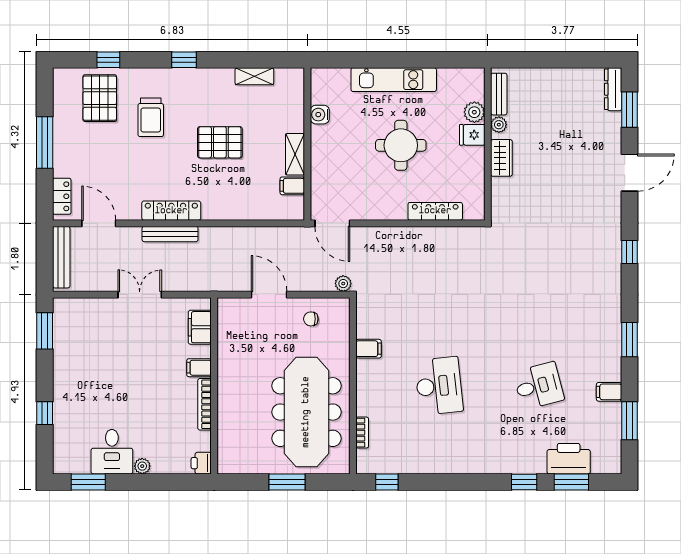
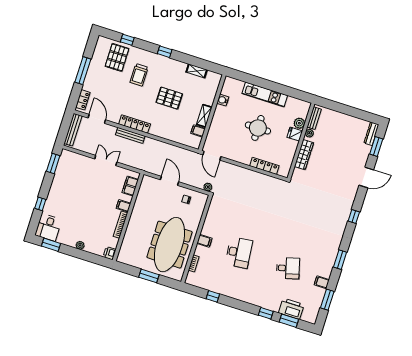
wardrobe: (501, 158) -> (304, 155), width x1.50
filing cabinet: (369, 349) -> (204, 241), moved
desk: (112, 452) -> (48, 227), moved
window: (387, 482) -> (213, 296), moved

